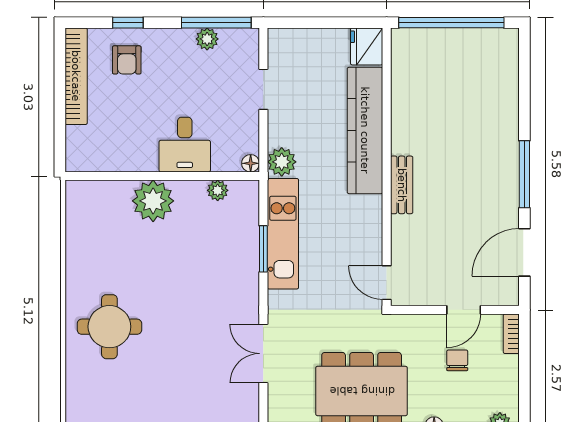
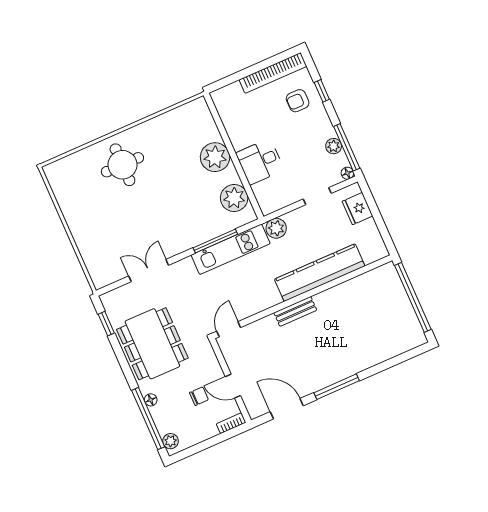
fridge: (367, 46) -> (357, 209), moved, turned -90
floor lamp: (251, 163) -> (347, 173), moved
plant: (218, 190) -> (234, 198), width x1.88, depth x1.88
window: (263, 249) -> (215, 241), width x1.44

